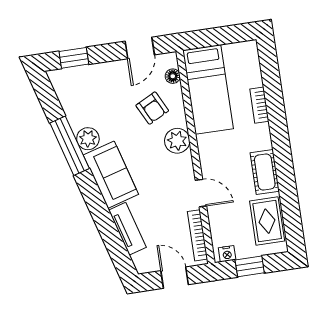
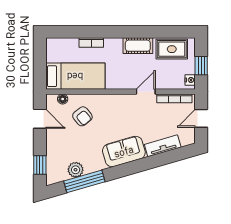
armchair: (152, 108) -> (82, 116), turned 78
plant: (88, 139) -> (76, 170), moved
plant: (177, 141) -> (107, 103), removed
window: (70, 146) -> (84, 181), moved

